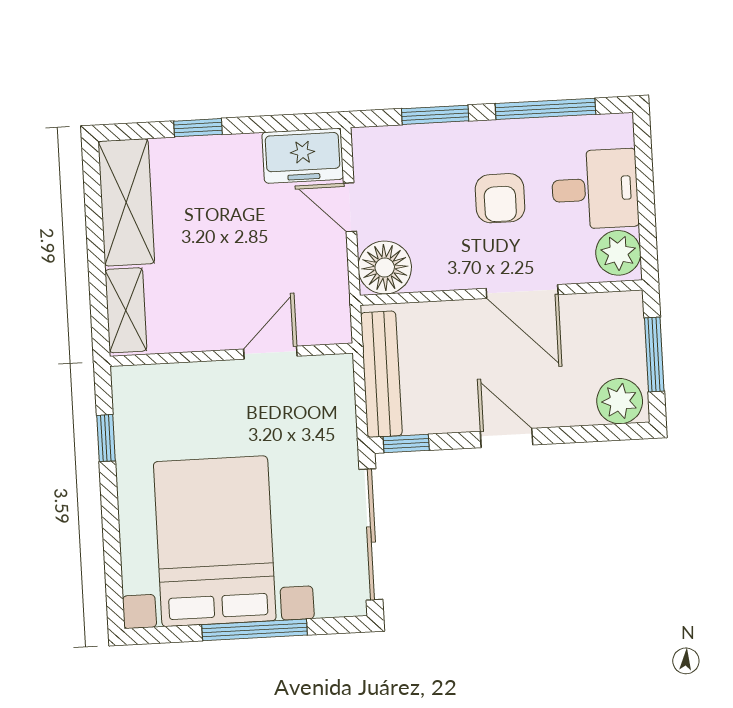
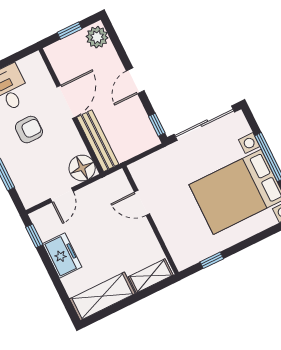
window: (198, 128) -> (34, 236), moved
freezer: (303, 156) -> (62, 255), moved
plant: (618, 253) -> (31, 66), removed
window: (654, 355) -> (70, 31), width x0.67
bench: (381, 374) -> (98, 141), moved, turned 90

